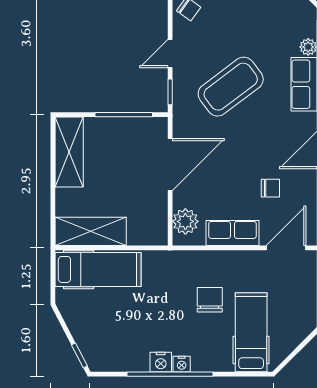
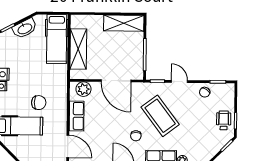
chair: (270, 188) -> (136, 136), moved
shelving: (91, 231) -> (78, 49), moved
washbasin: (80, 326) -> (25, 29), added

